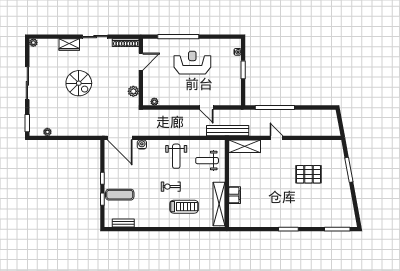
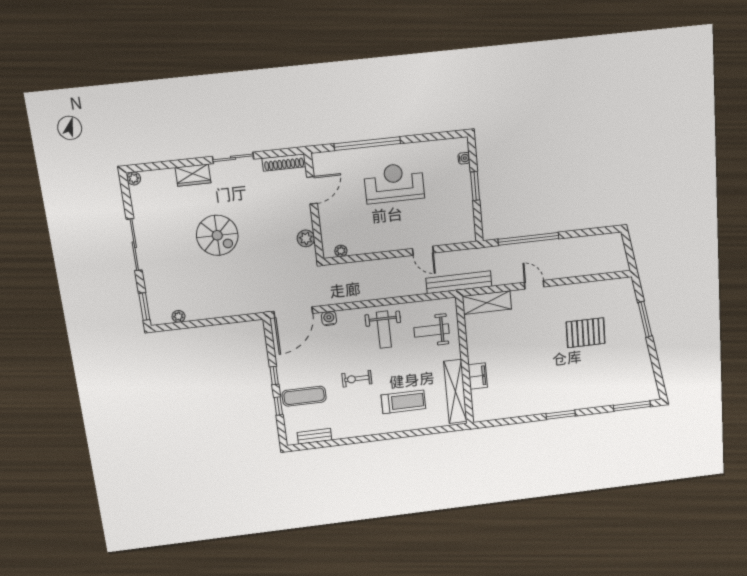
door: (120, 138) -> (293, 312), hinge flipped
exercise bike: (171, 187) -> (357, 379), moved

